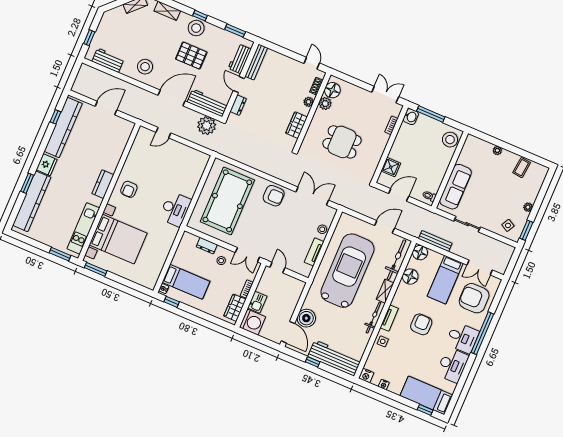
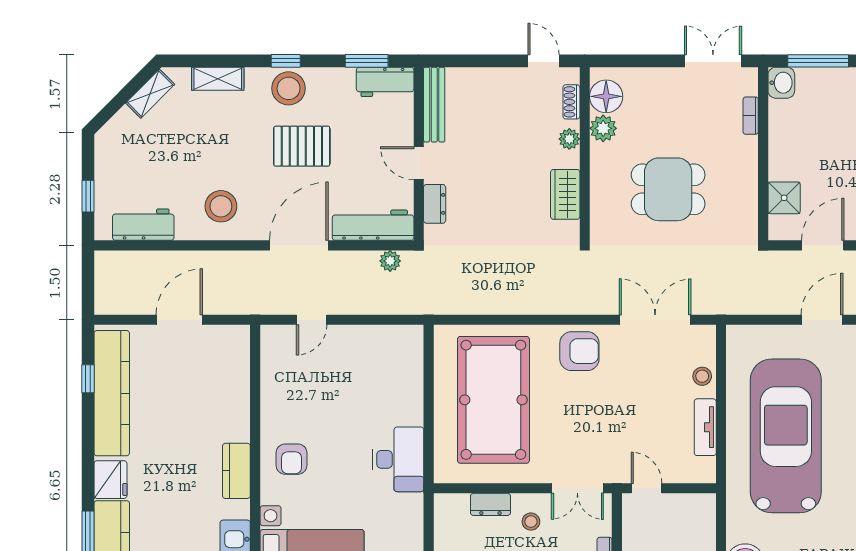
workbench: (240, 59) -> (385, 82), moved, turned -90
plant: (207, 126) -> (390, 261), width x0.53, depth x0.53

